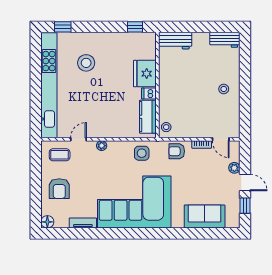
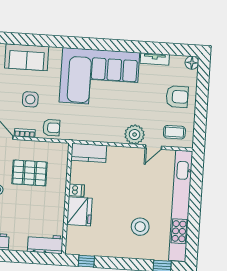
pallet: (195, 107) -> (30, 173), added
kitchen counter: (148, 117) -> (89, 153), moved, turned 90
stool: (166, 127) -> (61, 154), removed
plant: (102, 146) -> (135, 135), width x1.88, depth x1.88
side table: (142, 153) -> (30, 99), moved
armchair: (59, 189) -> (177, 97), turned 90

